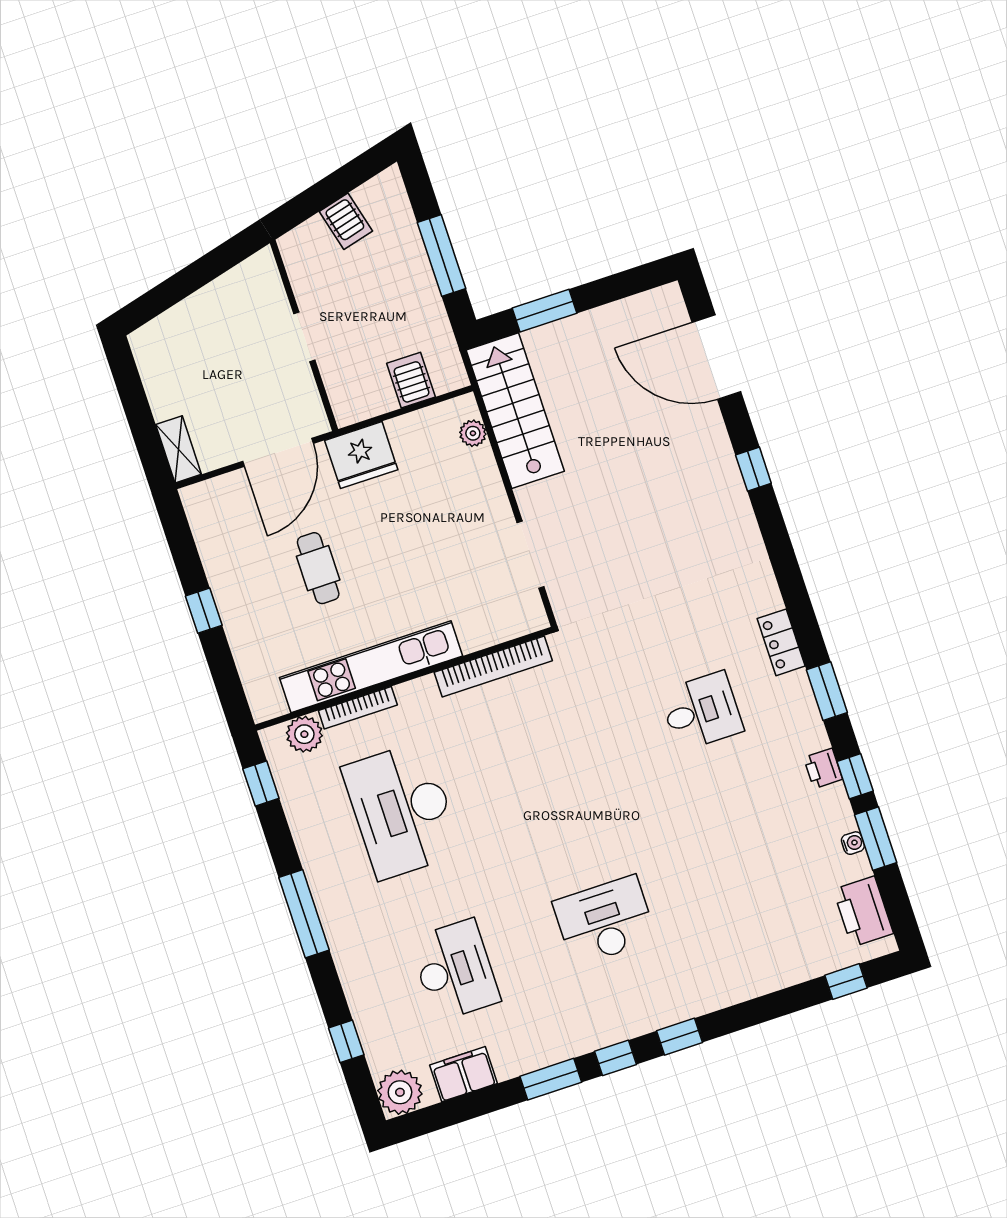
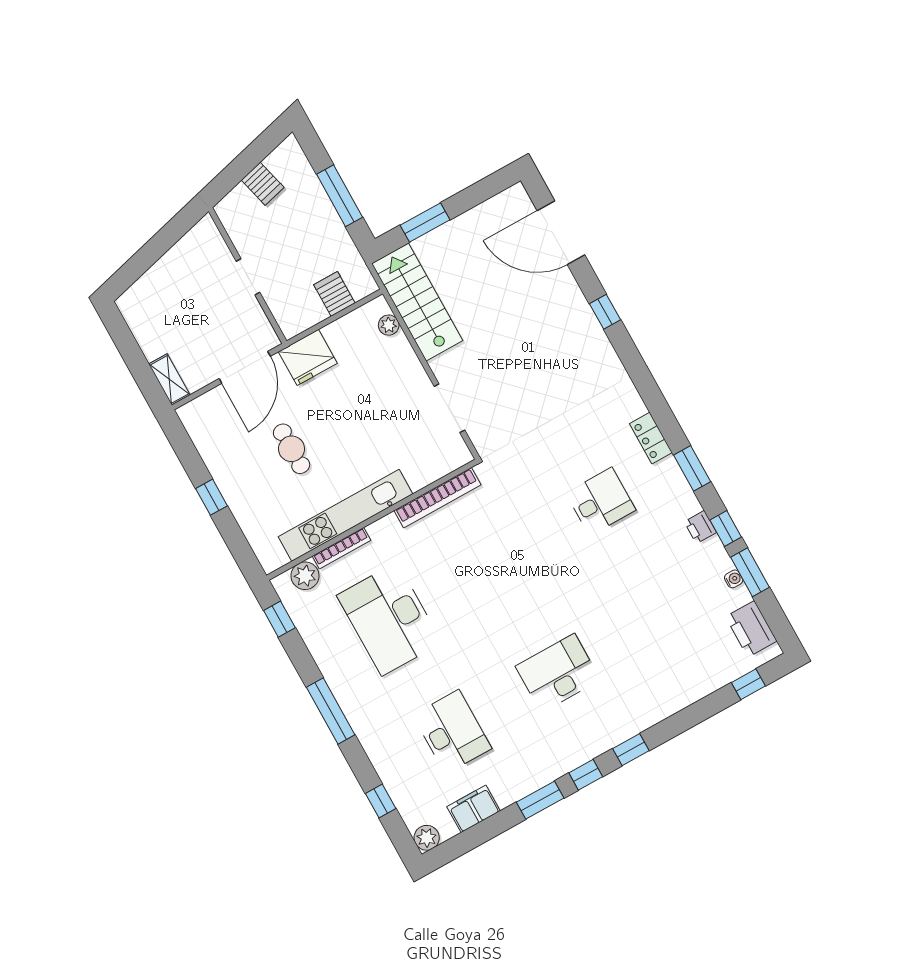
plant: (400, 1092) -> (427, 838), width x0.73, depth x0.73

